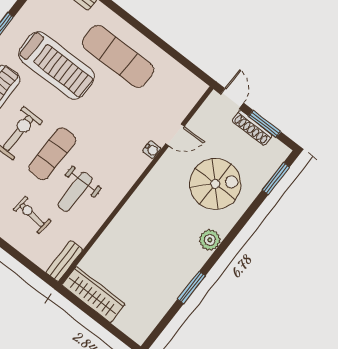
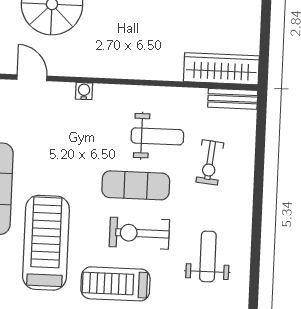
water cooler: (152, 150) -> (84, 91), moved
wardrobe: (94, 294) -> (221, 69), moved, turned 90

